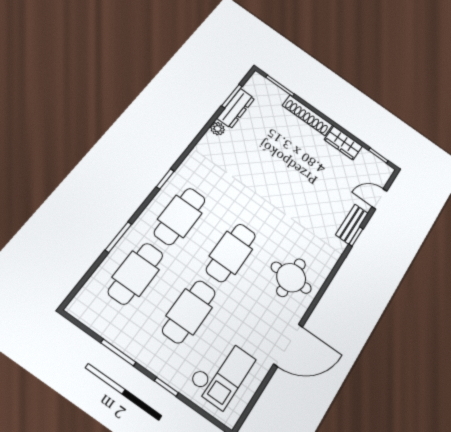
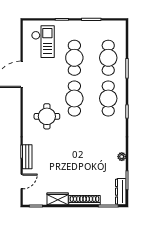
dresser: (236, 108) -> (121, 192), moved
round table: (291, 278) -> (47, 116), moved
checkout: (222, 372) -> (43, 42), turned 180

